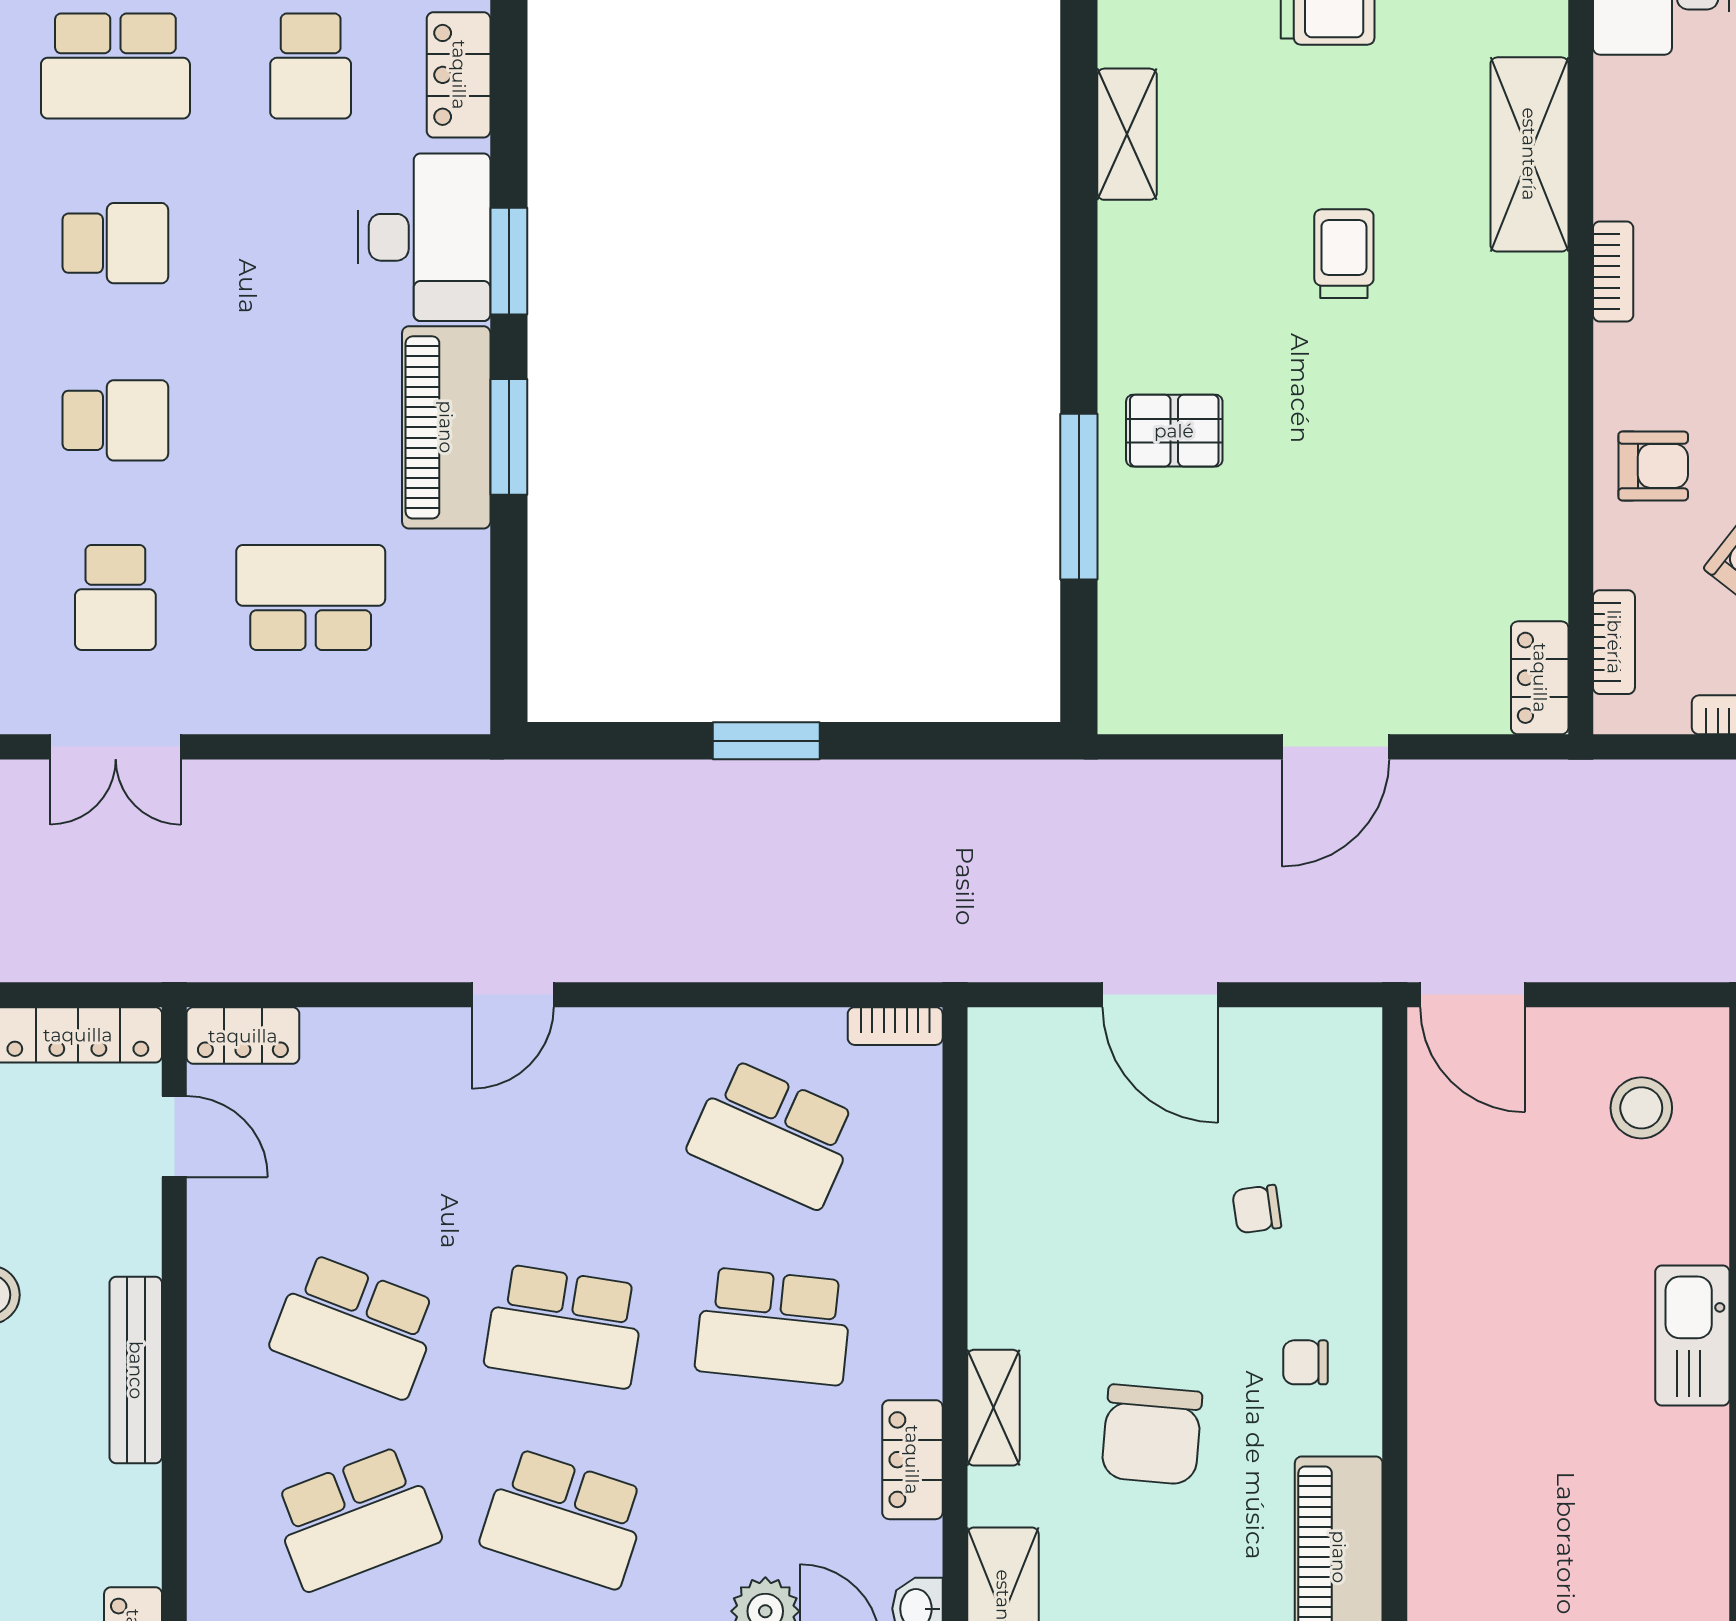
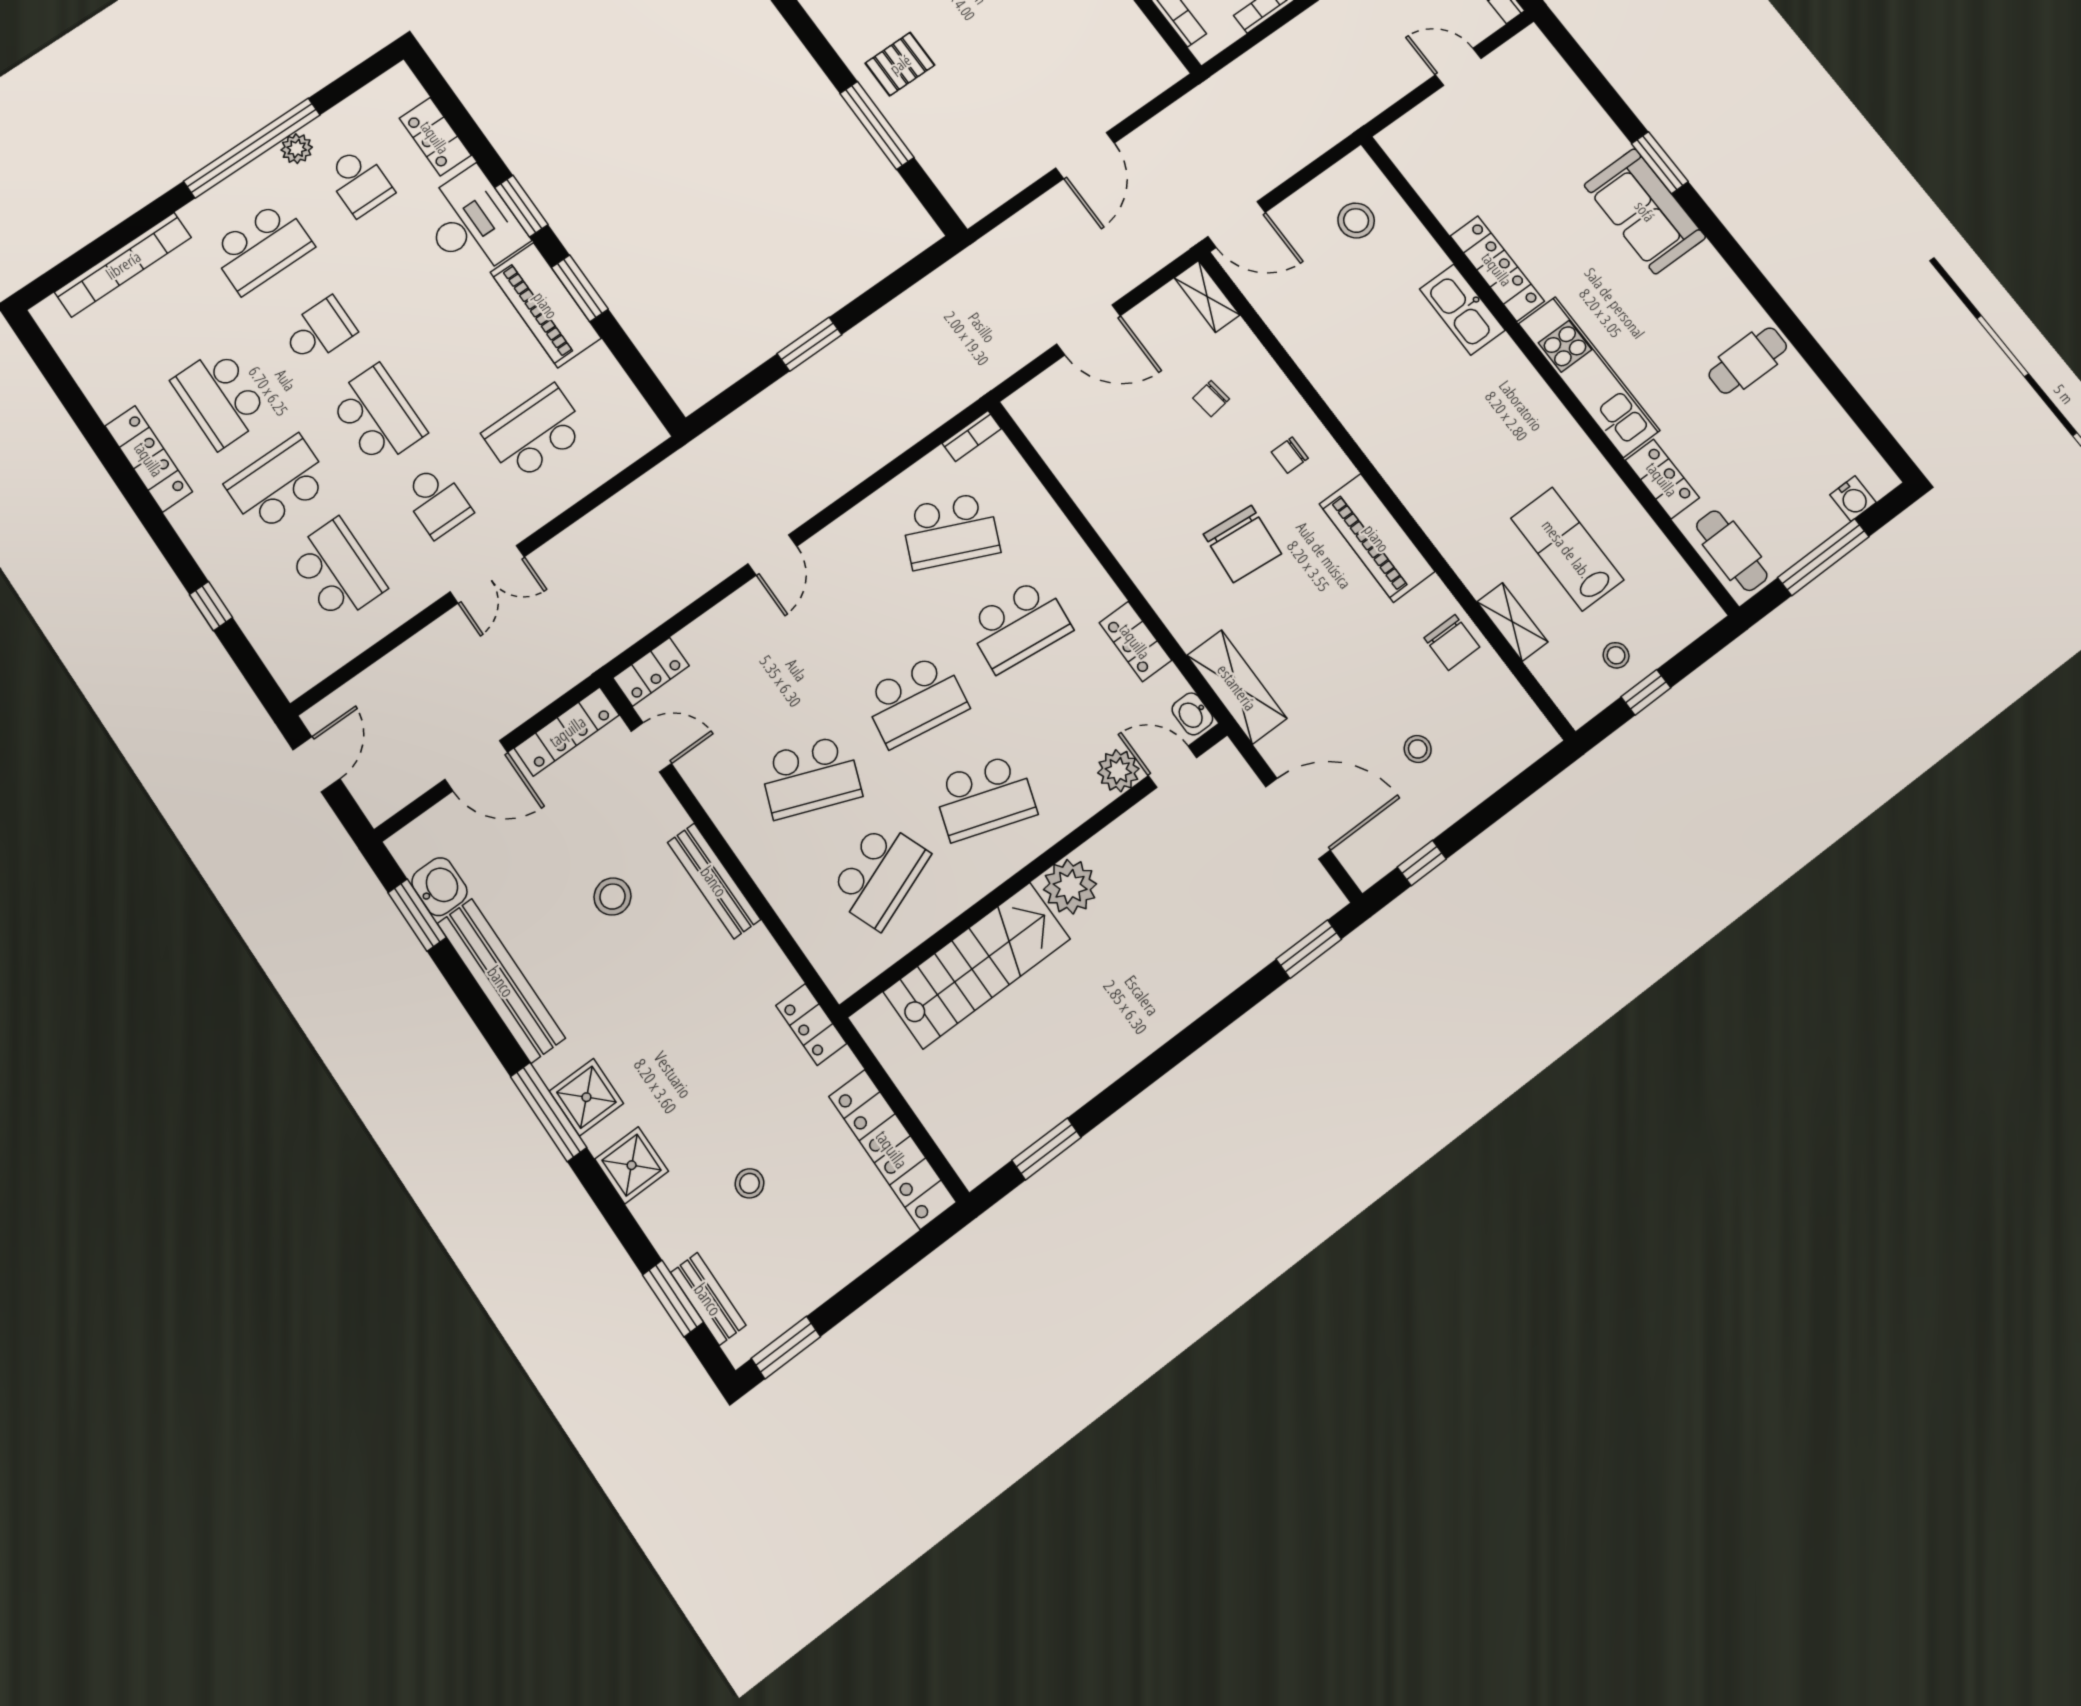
school desk: (115, 420) -> (378, 415), width x1.85
locker: (1540, 678) -> (1157, 57), removed
shelving: (993, 1408) -> (1207, 296), moved

